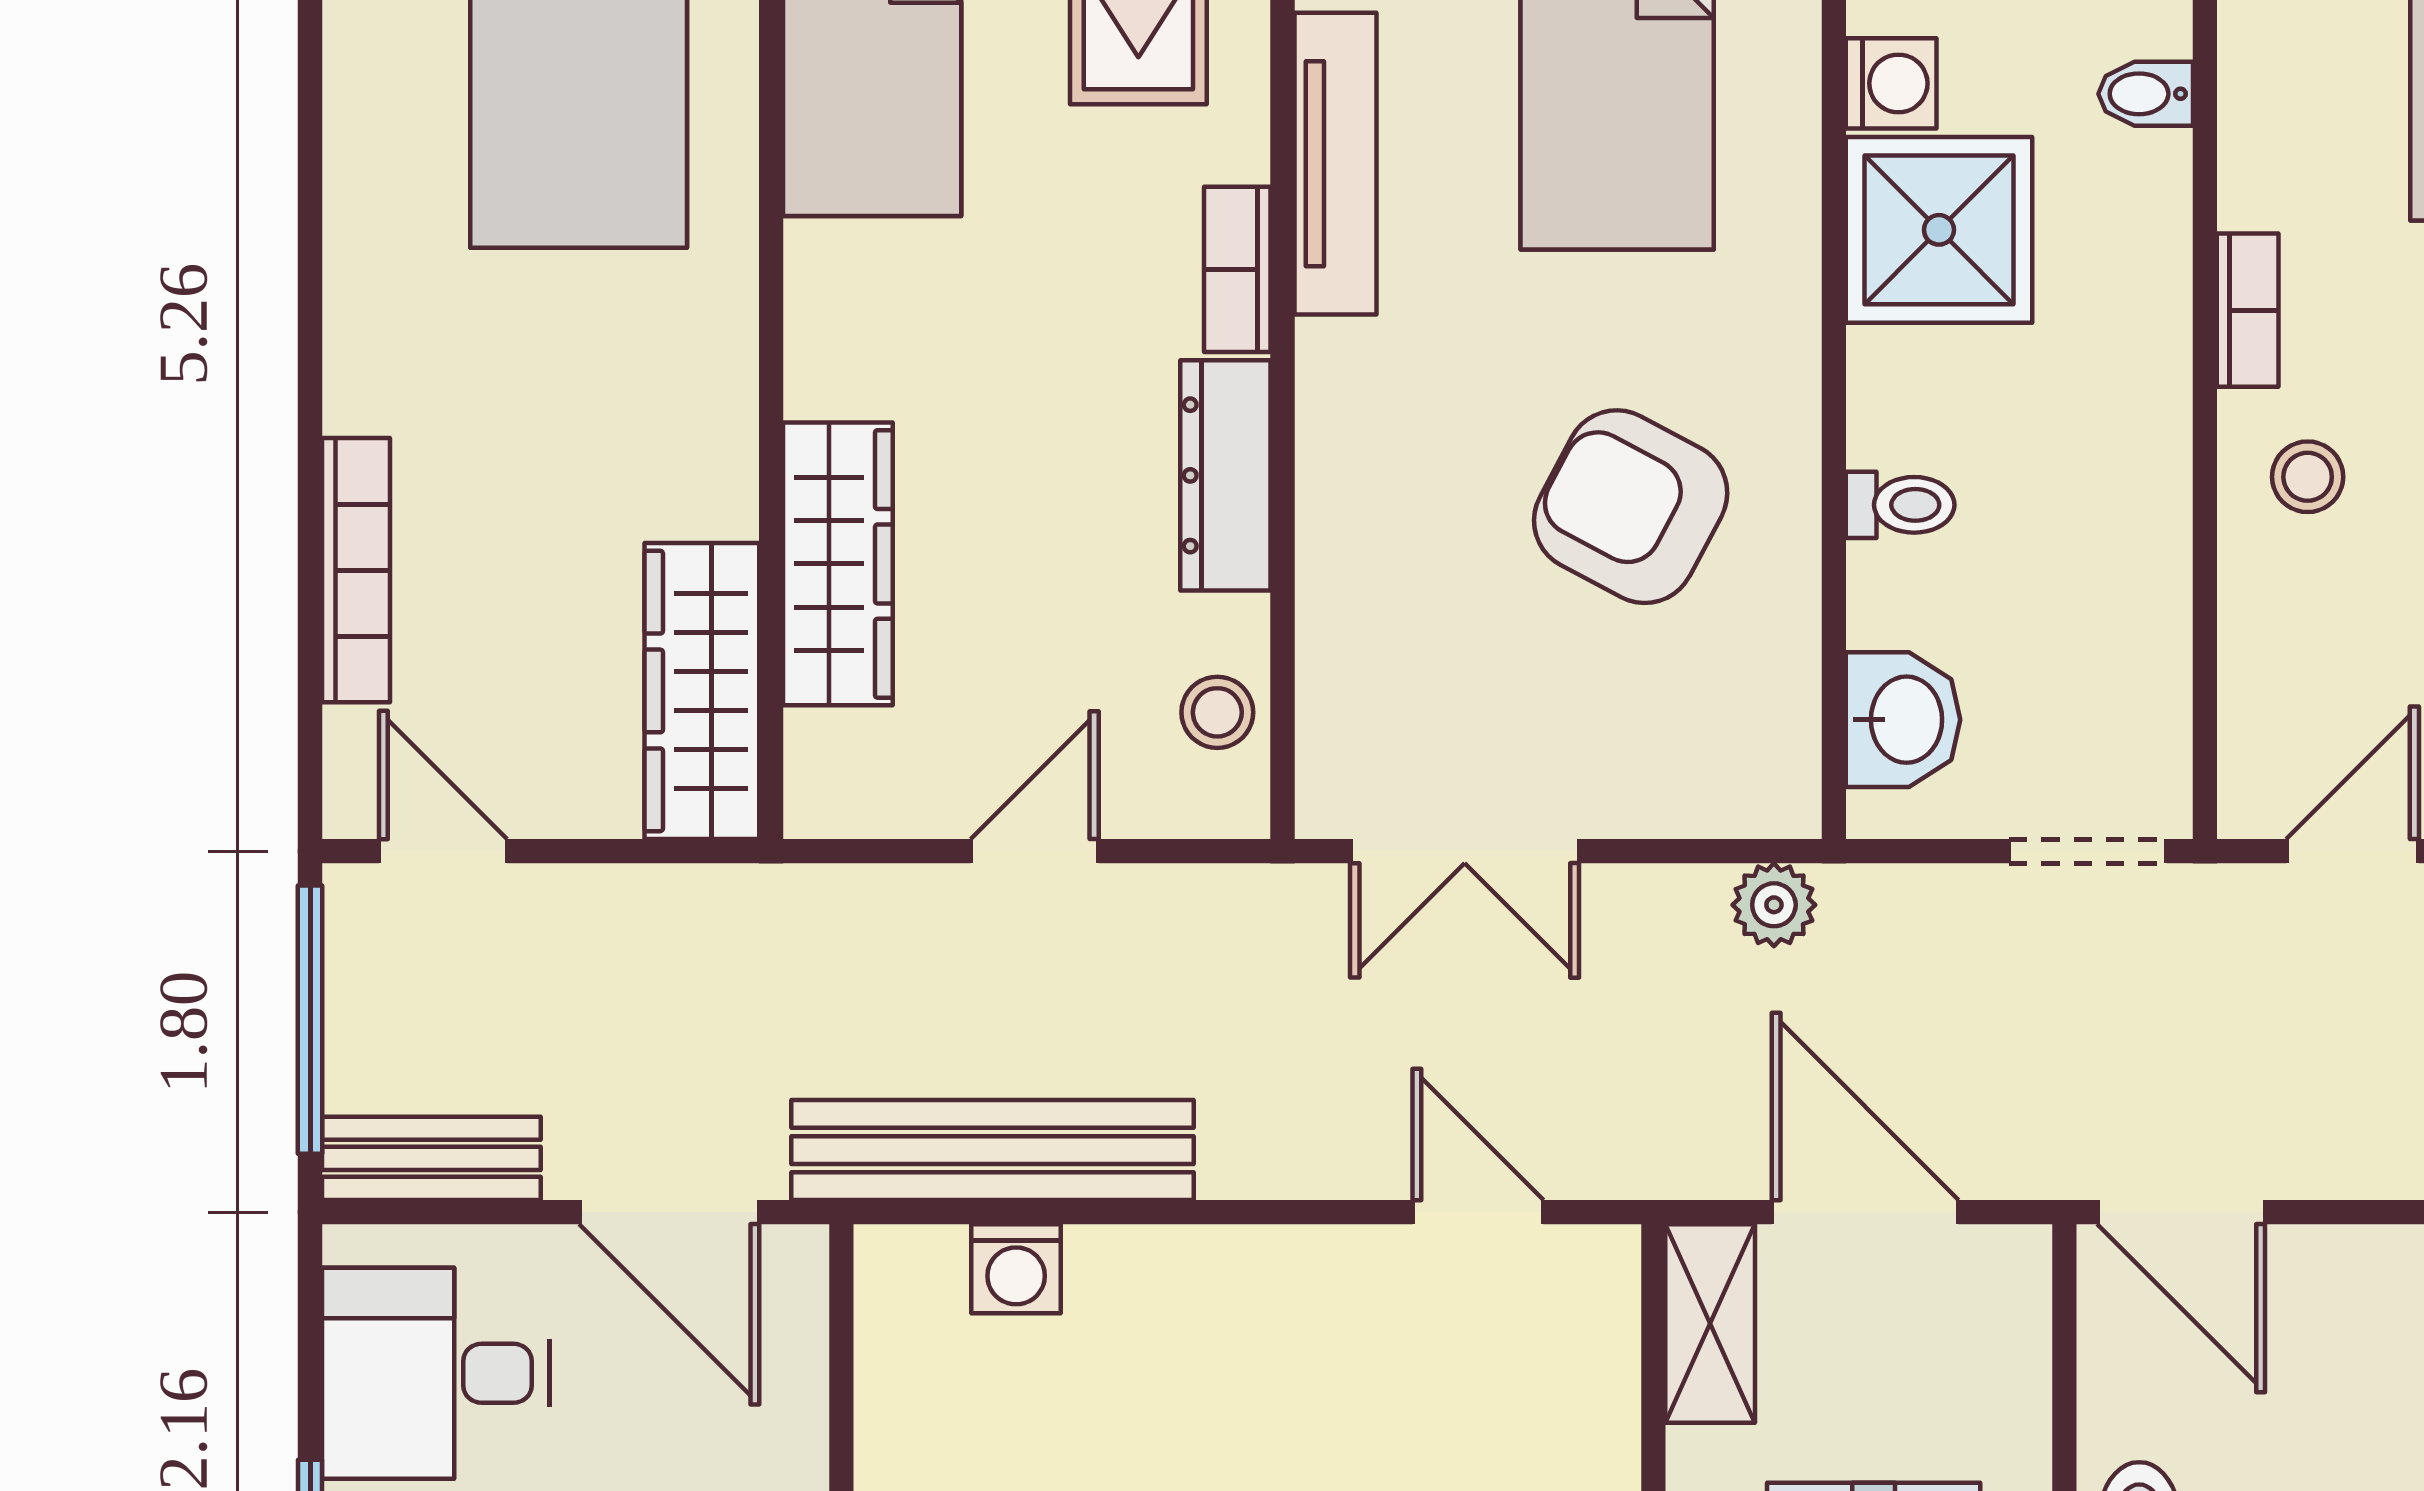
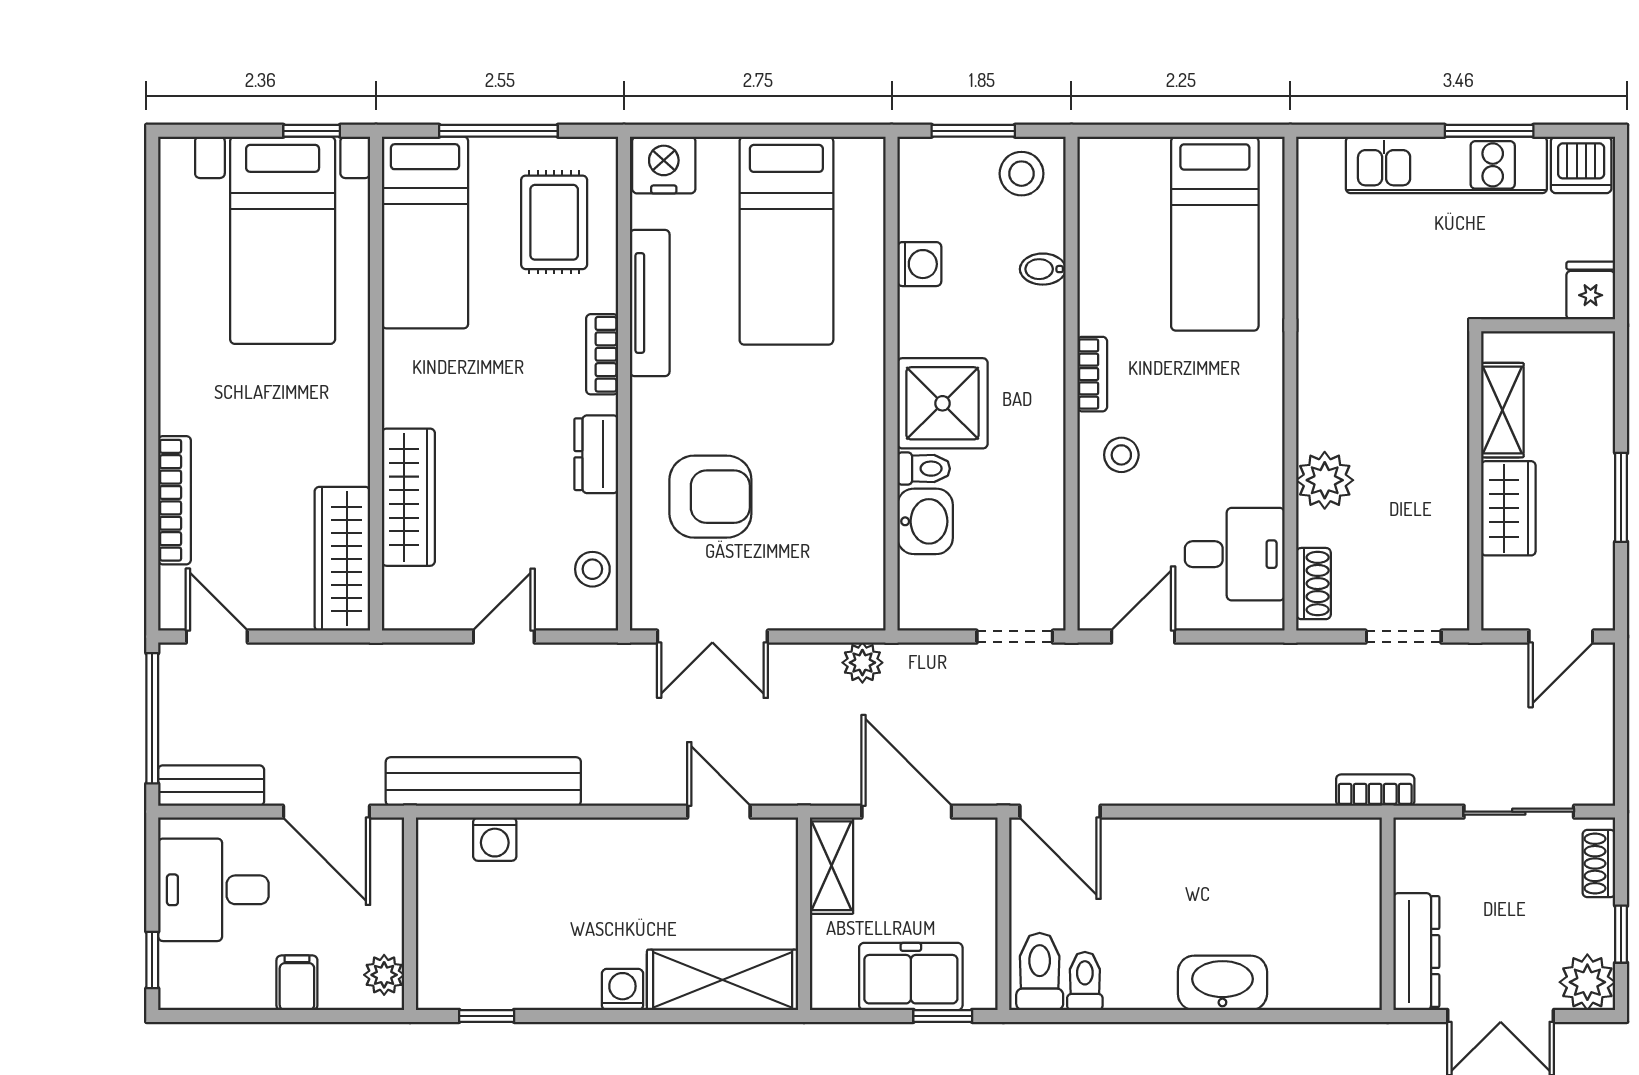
shower: (1939, 230) -> (943, 403), moved
dresser: (1225, 475) -> (596, 454), width x0.70
armchair: (1631, 507) -> (710, 497), moved, turned 152
washbasin: (1903, 720) -> (925, 521), moved

